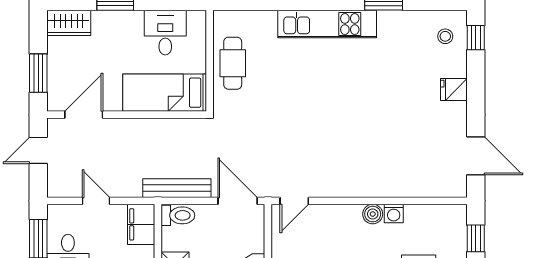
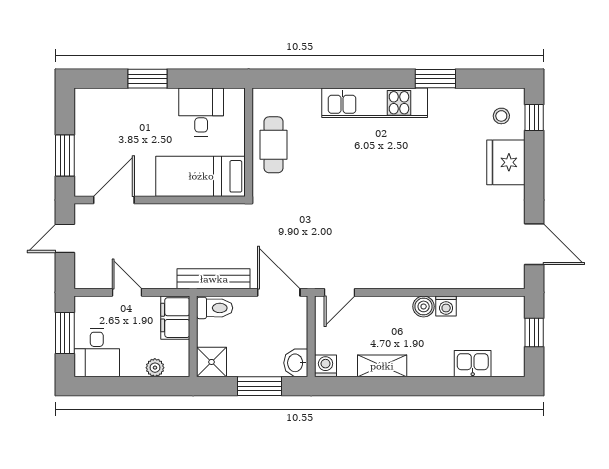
wardrobe: (69, 23) -> (98, 102), removed
fridge: (454, 89) -> (506, 162), width x1.88, depth x1.34

